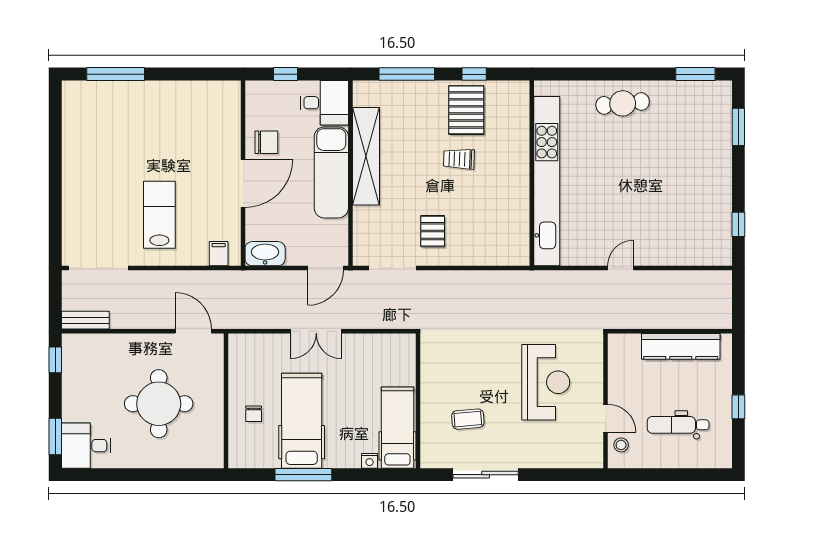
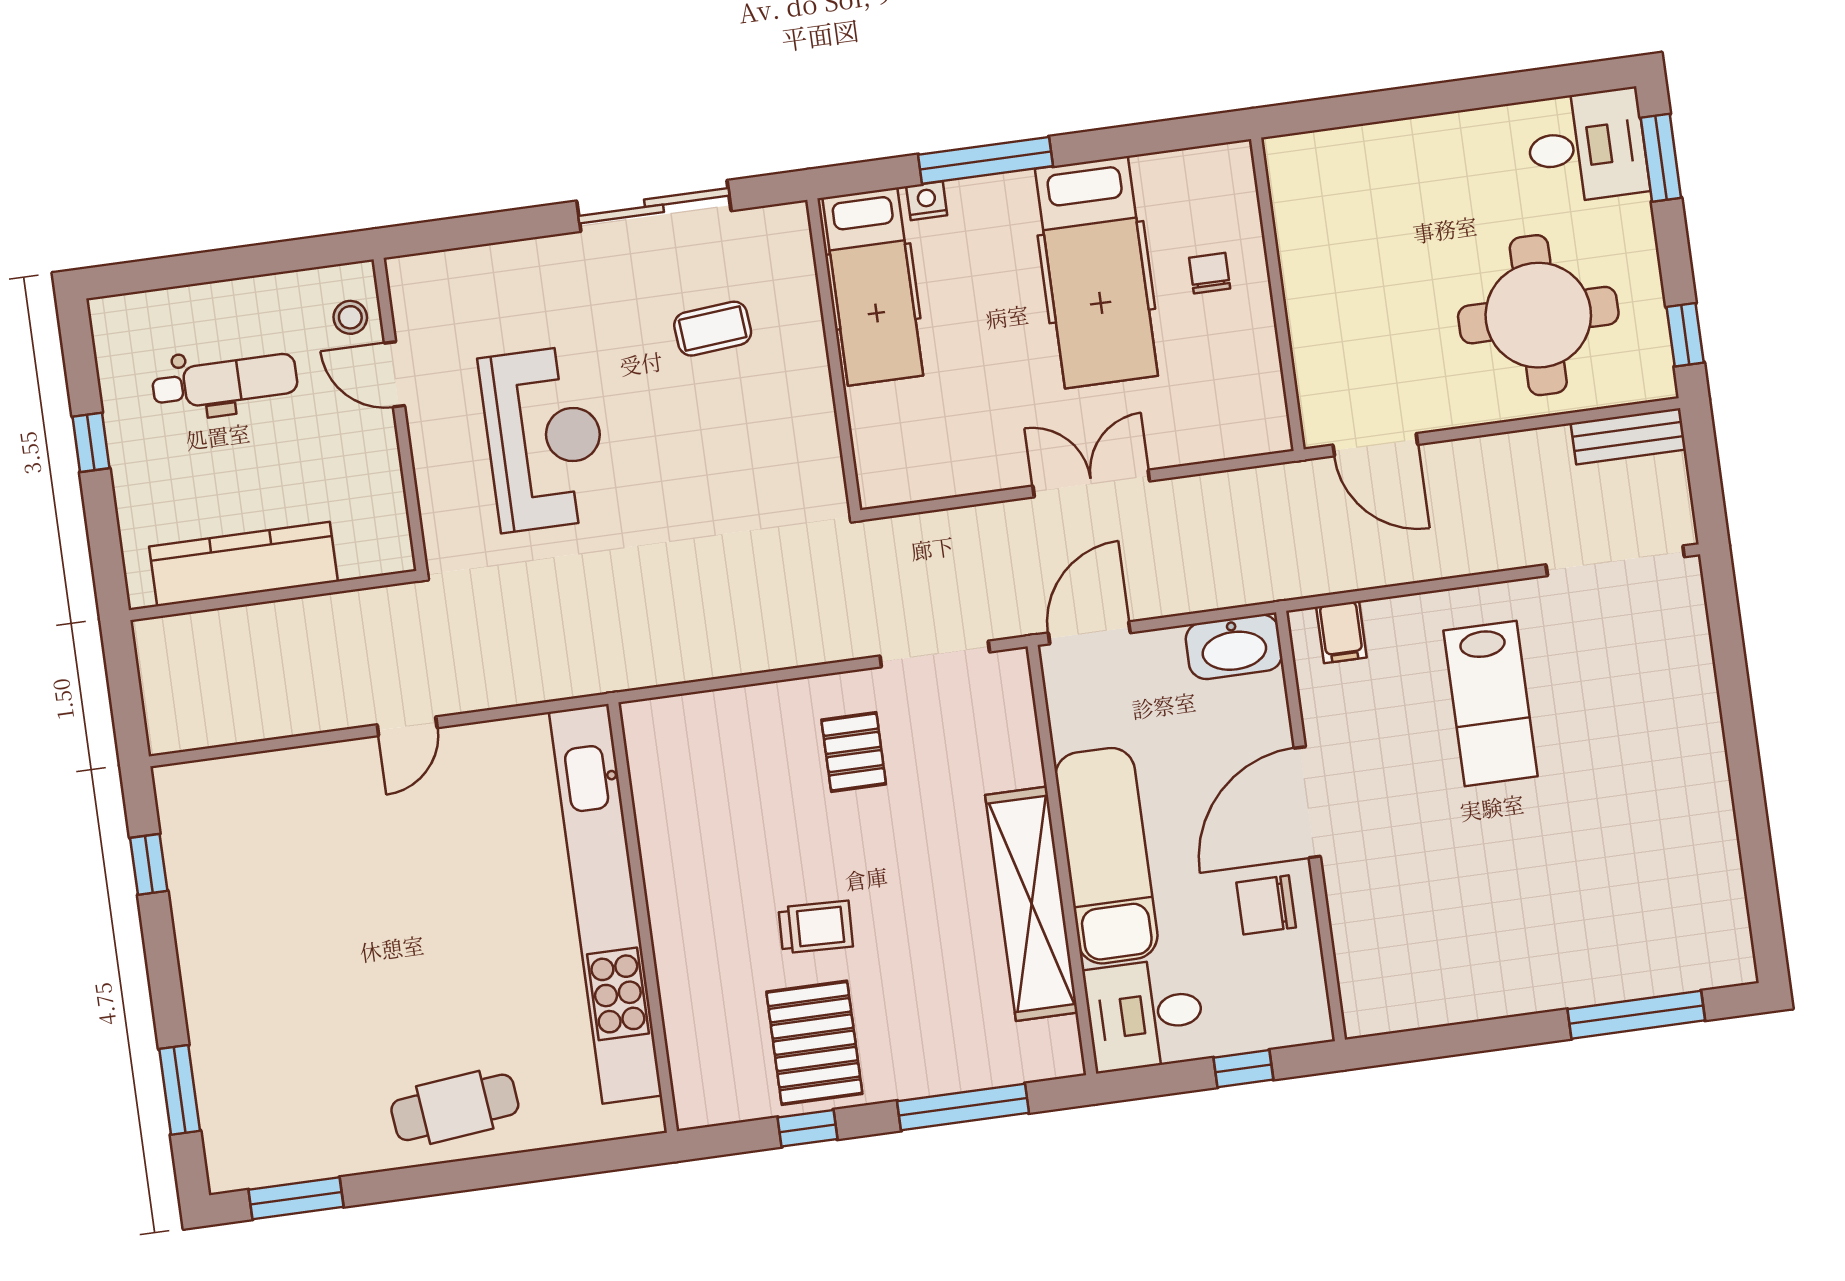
reception desk: (546, 382) -> (544, 438), turned 180
round table: (159, 404) -> (1538, 315), moved
window: (303, 475) -> (985, 160), moved

